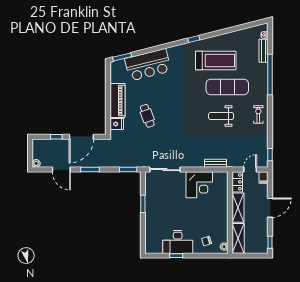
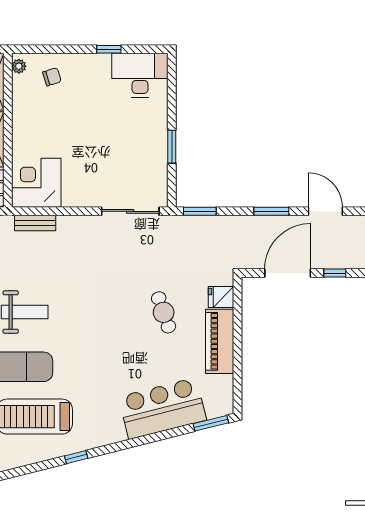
corner desk: (199, 185) -> (36, 183), moved
desk: (178, 242) -> (140, 75), moved

